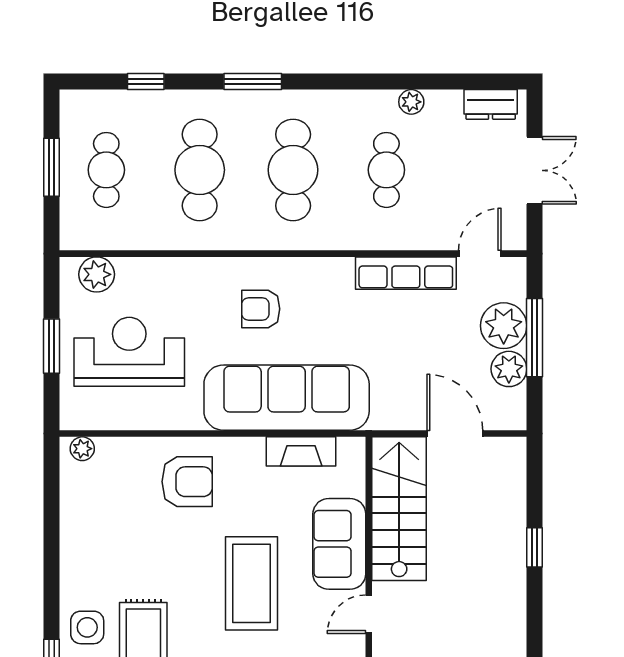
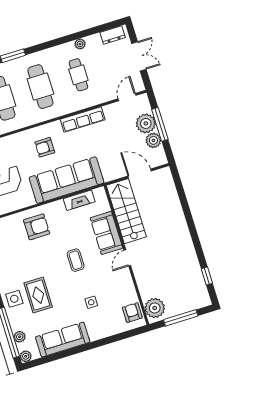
row of seats: (406, 273) -> (83, 120), moved
window: (535, 547) -> (186, 210), removed
coffee table: (251, 583) -> (76, 260), width x0.54, depth x0.58

